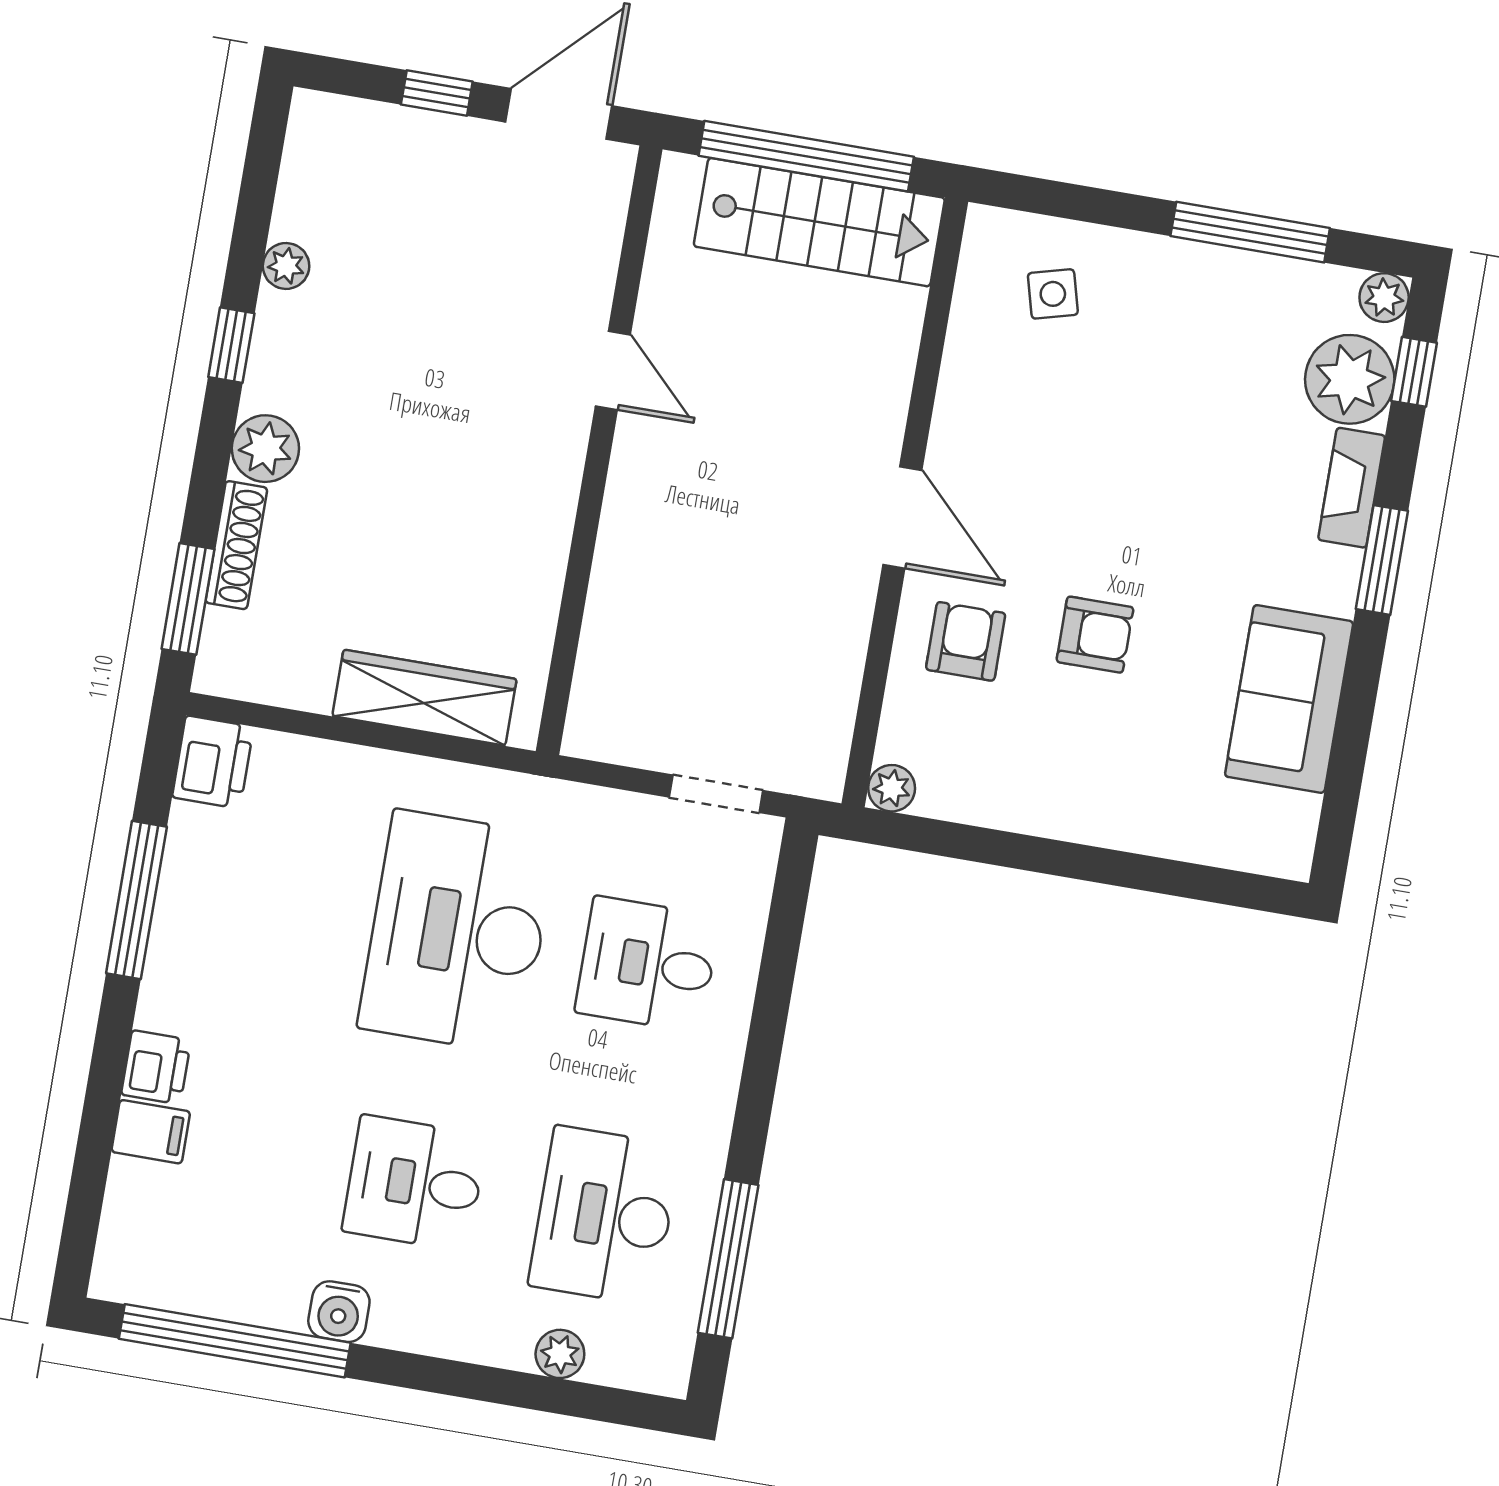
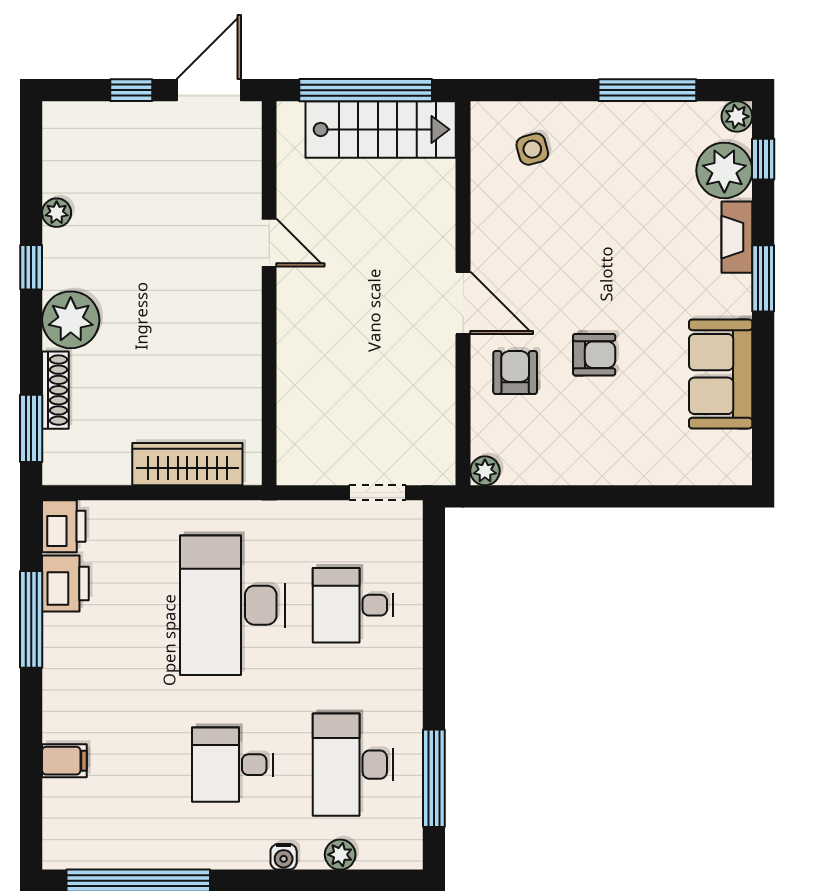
plant: (265, 449) -> (71, 320), width x1.36, depth x1.36
printer: (156, 1067) -> (65, 583), moved, width x1.36, depth x1.24
water cooler: (339, 1312) -> (284, 857), moved, width x0.72, depth x0.72

